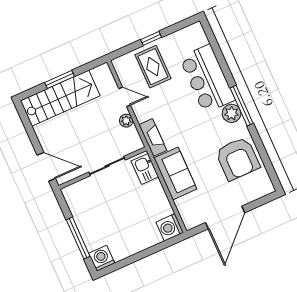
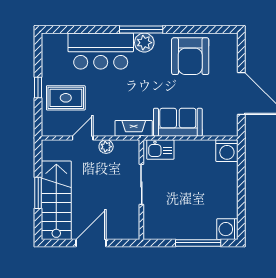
armchair: (238, 159) -> (190, 56), turned 90
door: (46, 167) -> (91, 243), moved

